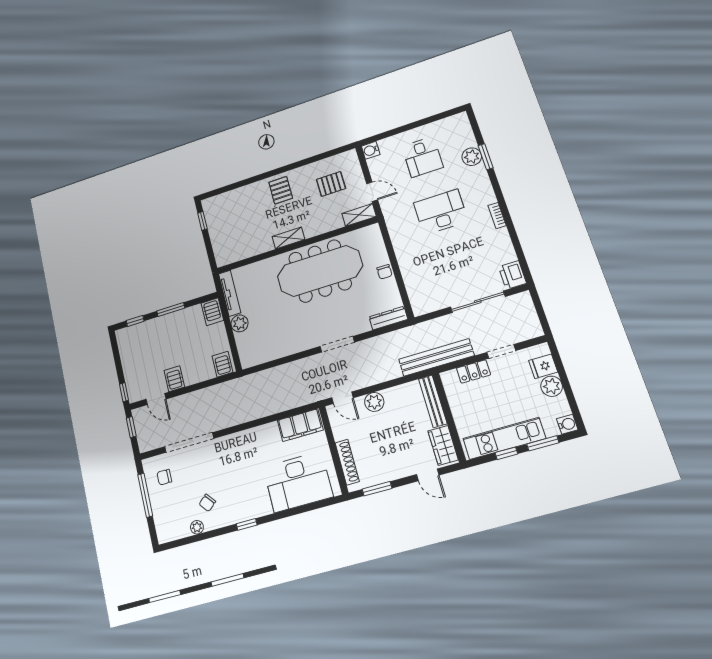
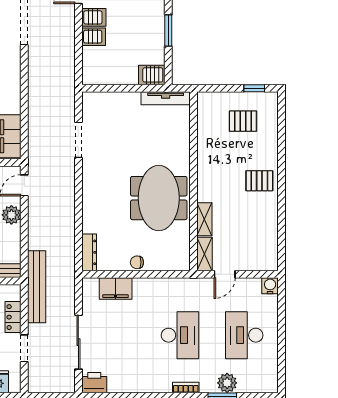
desk: (422, 157) -> (244, 335), width x1.37
pallet: (331, 184) -> (243, 121), moved, turned 90
bookcase: (497, 216) -> (186, 387), moved
shelving: (288, 238) -> (204, 219), moved
meeting table: (320, 271) -> (159, 198), width x0.73
filing cabinet: (415, 283) -> (116, 289), added
plant: (240, 323) -> (130, 101), removed
doorway: (337, 344) -> (78, 140), moved
server rack: (223, 364) -> (94, 37), moved

